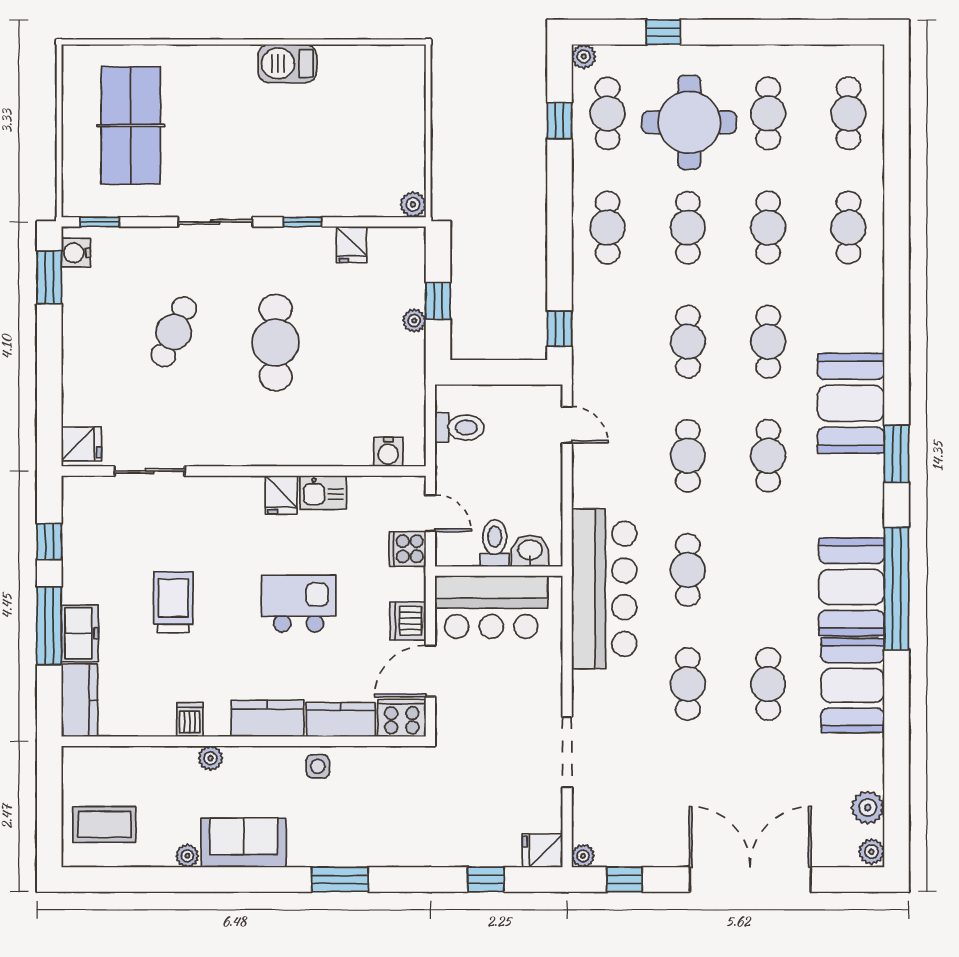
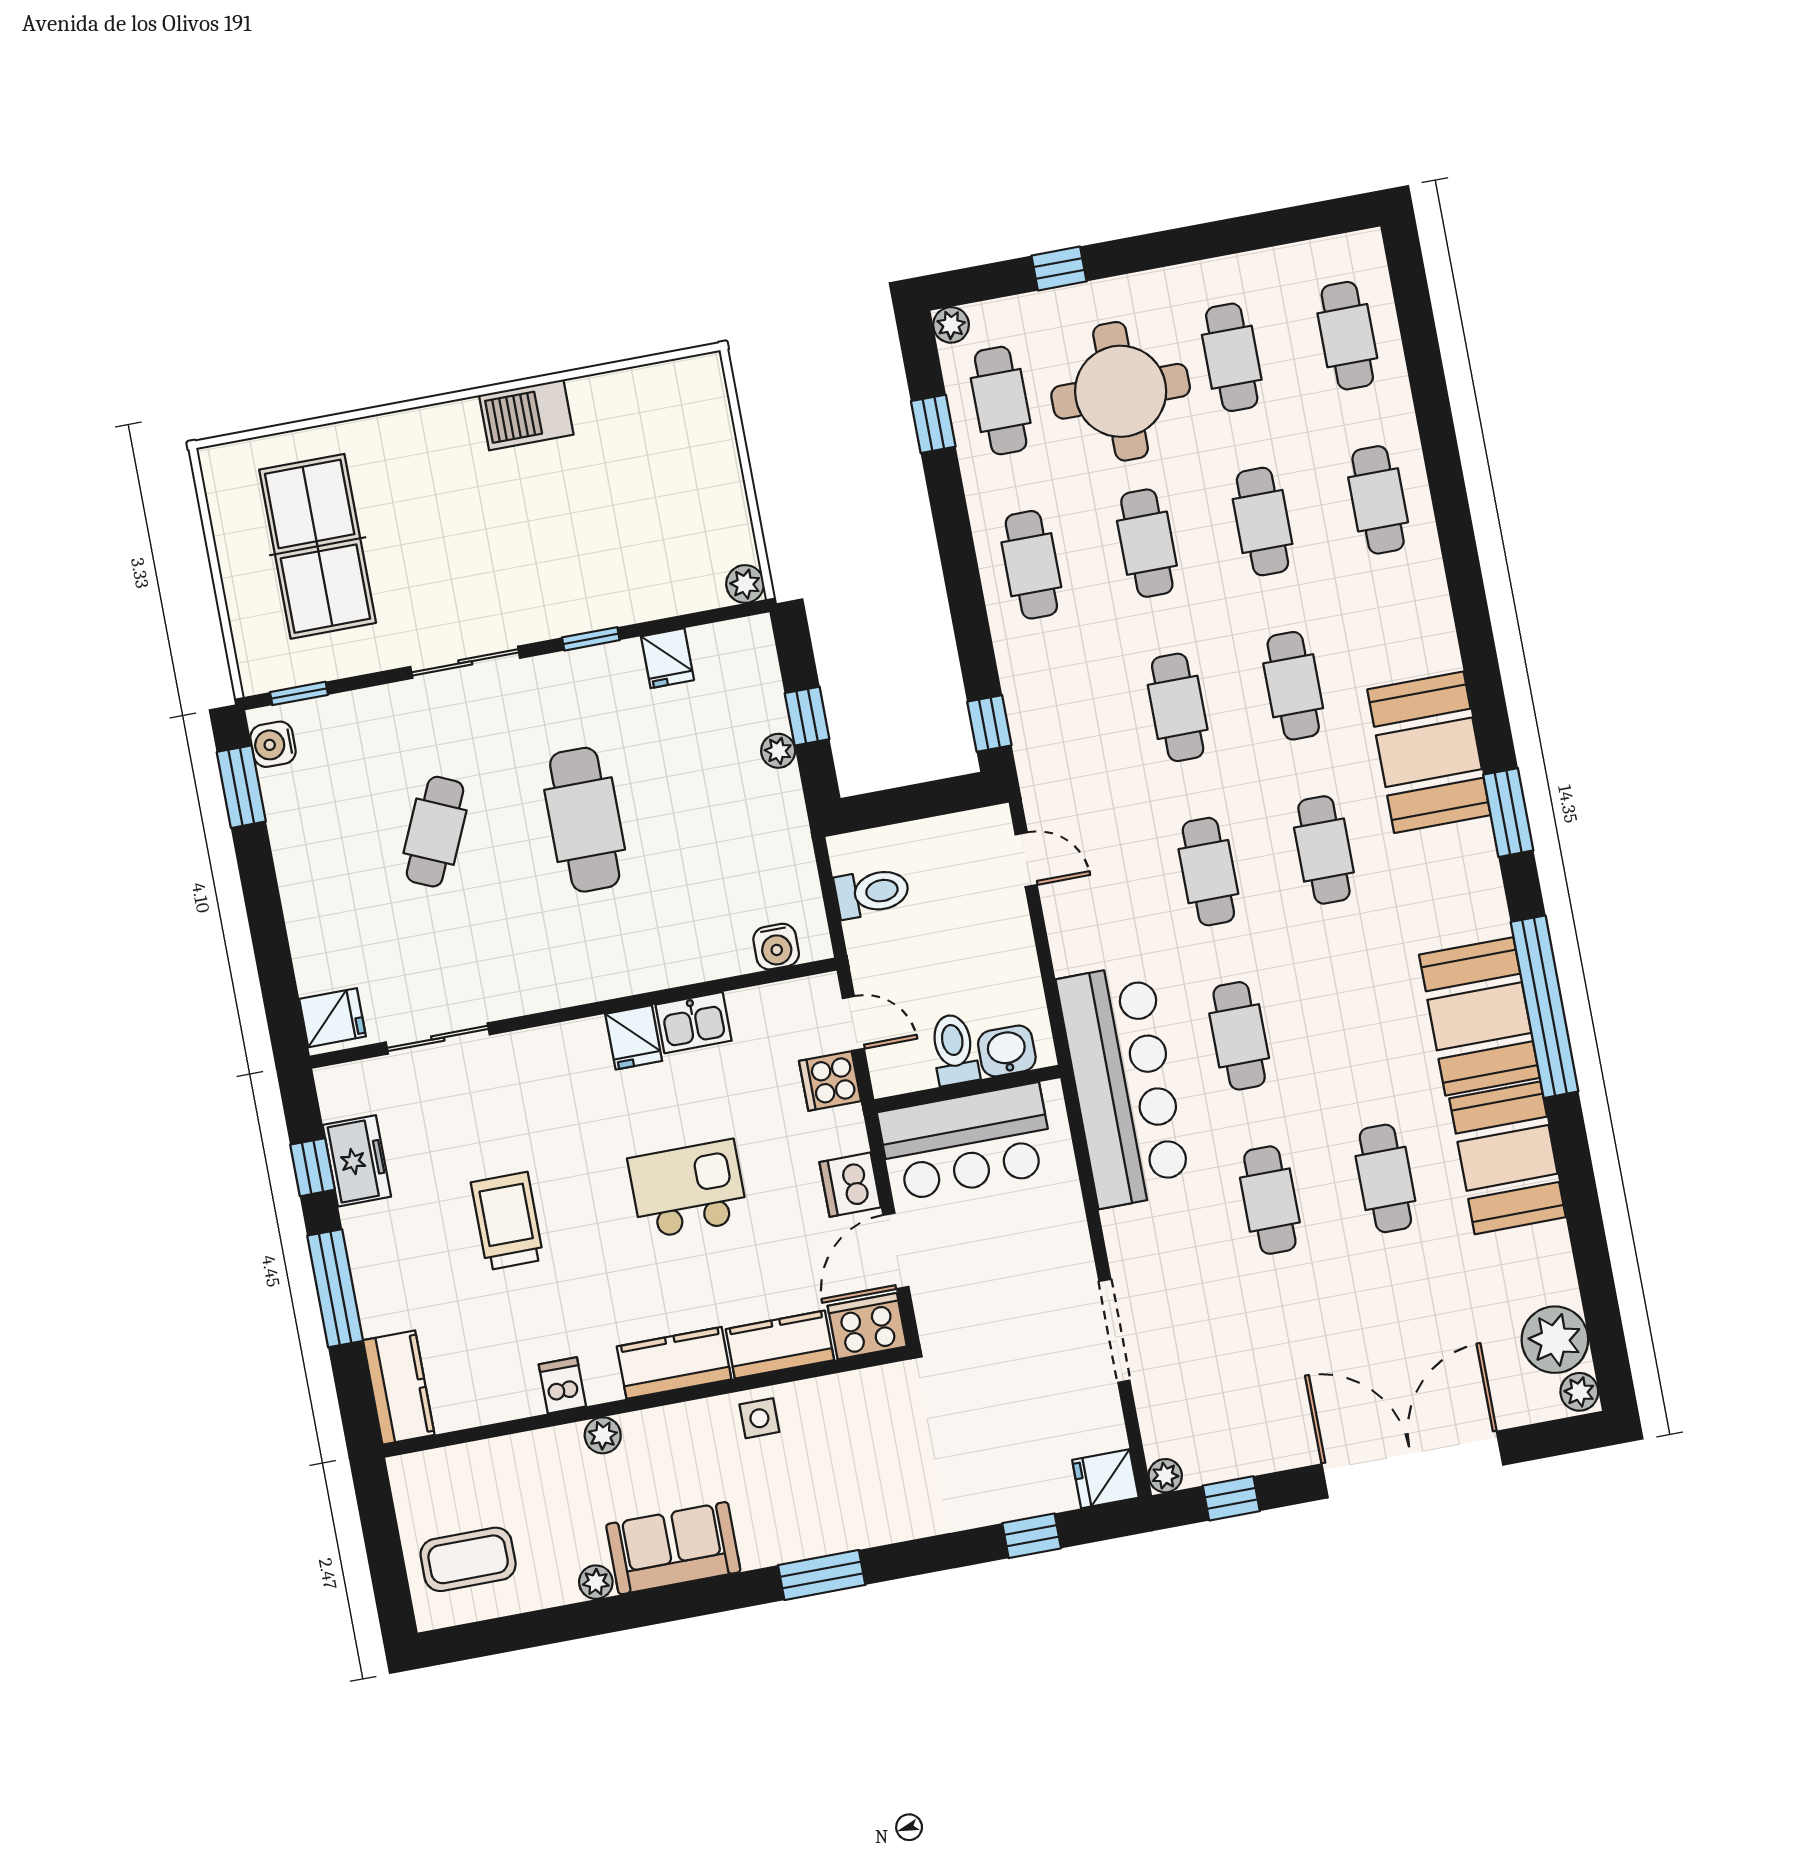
freezer: (80, 633) -> (357, 1161), moved
plant: (868, 807) -> (1555, 1340), width x1.36, depth x1.36

